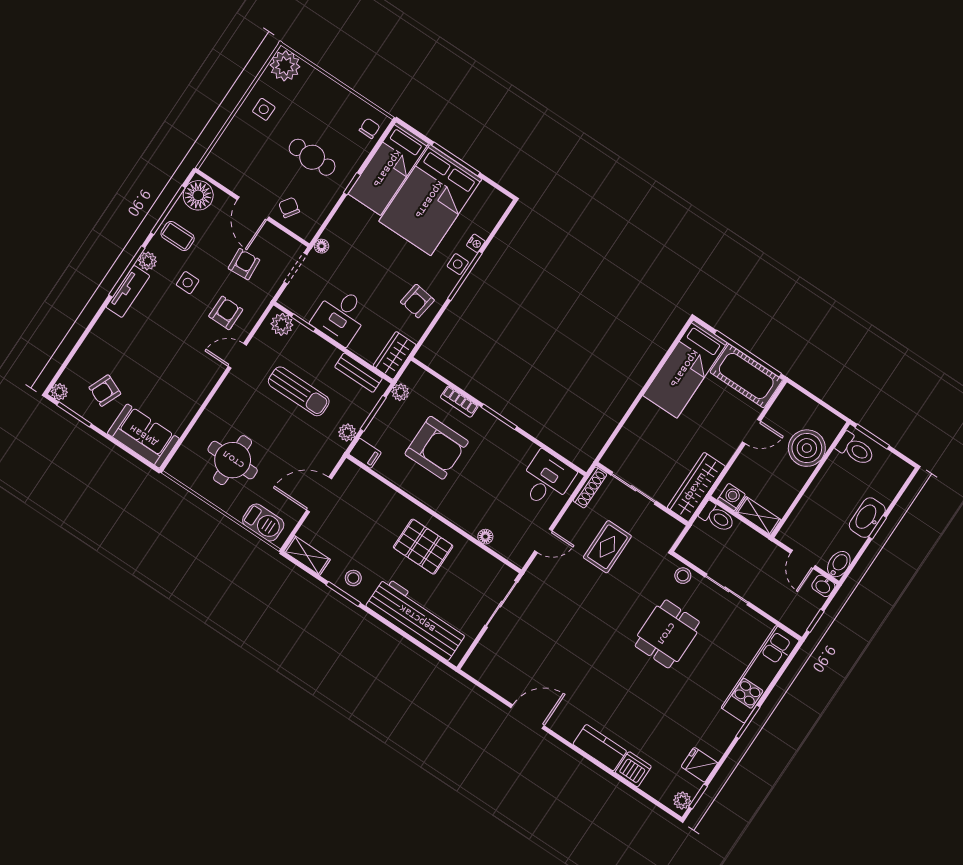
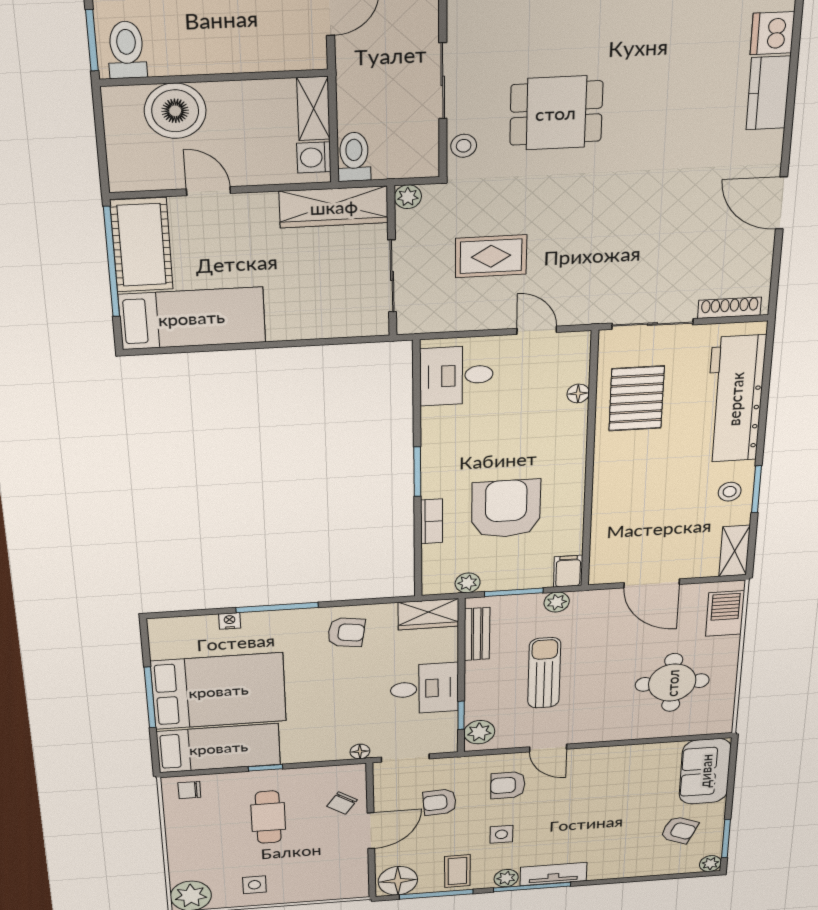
side table: (458, 264) -> (269, 622), removed
shoe rack: (590, 487) -> (730, 308), moved
plant: (674, 528) -> (408, 197), added
pallet: (423, 547) -> (637, 399), moved

